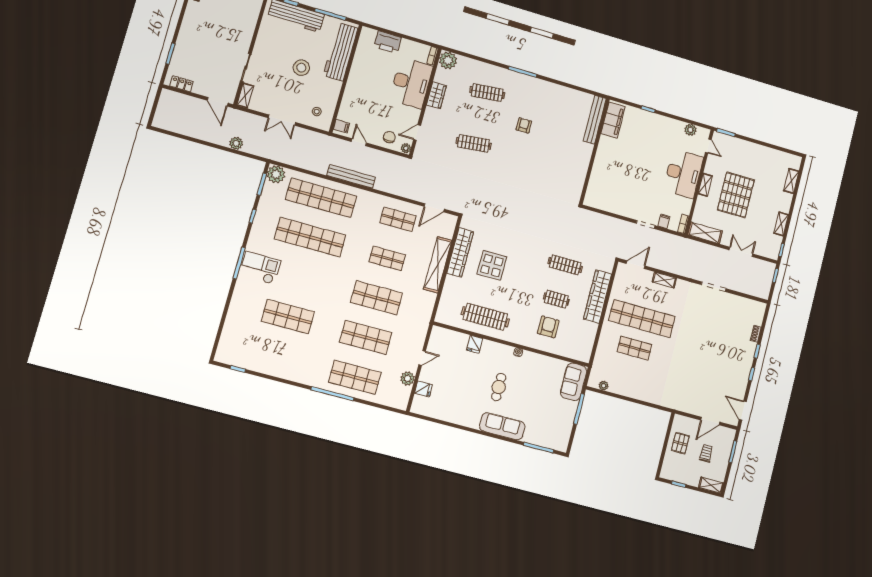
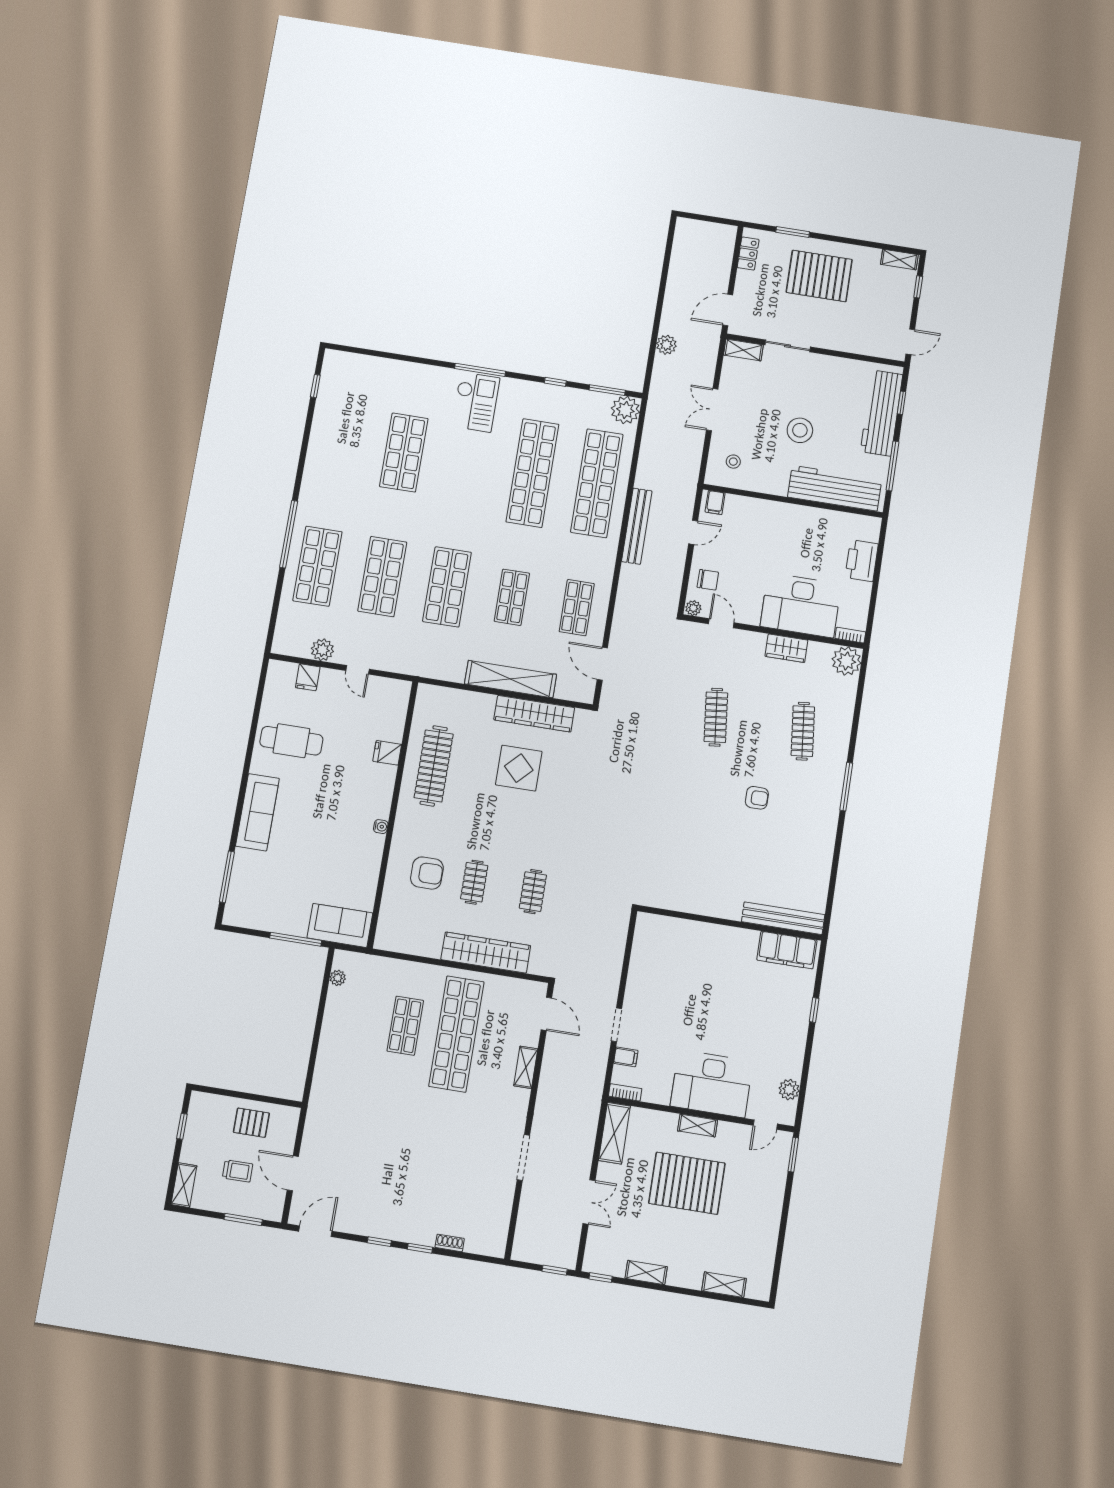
pallet: (202, 41) -> (819, 276), added
clothes rail: (565, 265) -> (533, 892), width x0.73
cafe table: (499, 387) -> (291, 741), moved, width x1.37, depth x1.35

